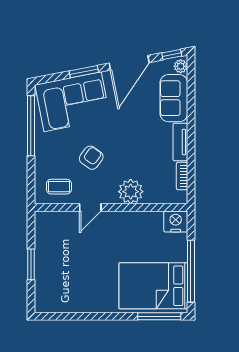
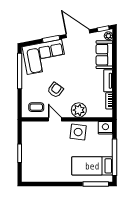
door: (129, 63) -> (78, 34), swing flipped
door: (90, 207) -> (55, 119), swing flipped
side table: (130, 229) -> (78, 132), added
bed: (153, 286) -> (92, 166), width x0.67

